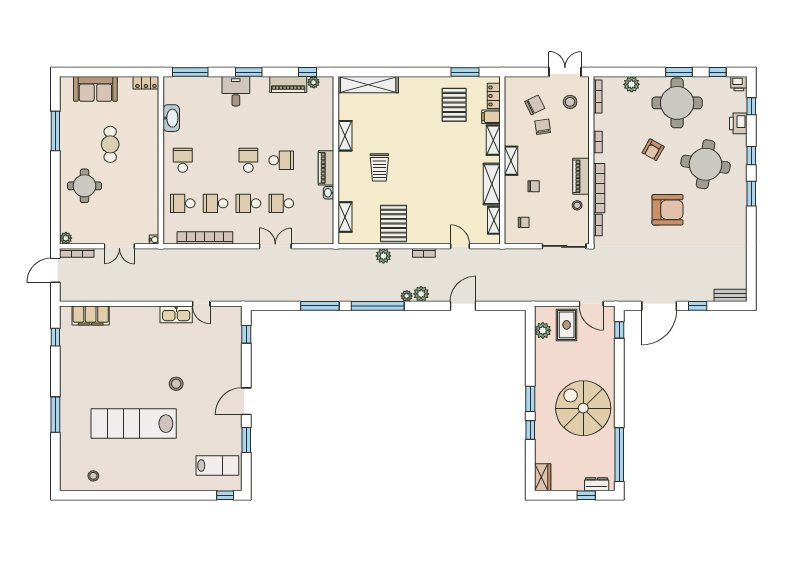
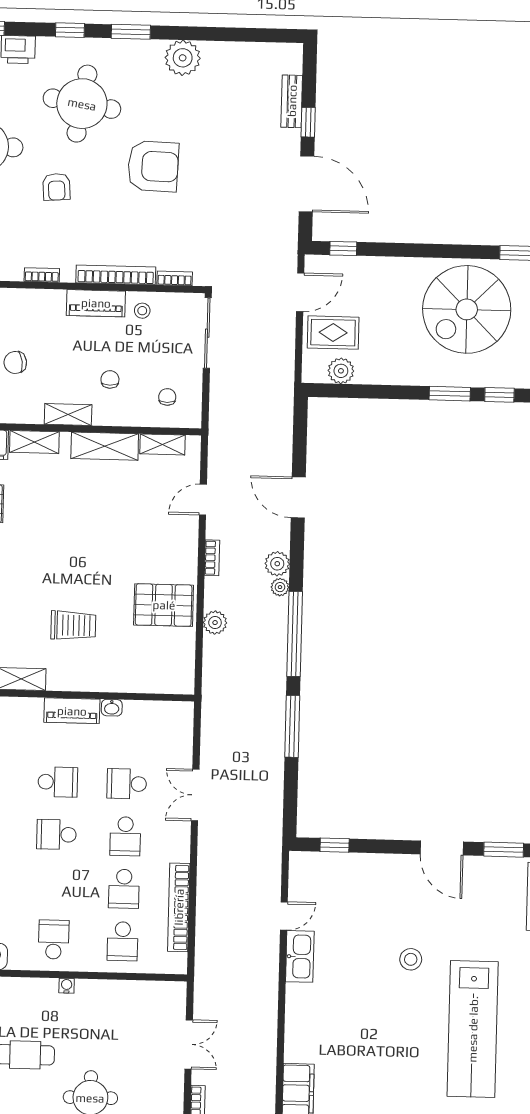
armchair: (653, 150) -> (56, 187), turned 57
school desk: (183, 160) -> (54, 939), turned 90
school desk: (281, 160) -> (58, 782), turned 90
school desk: (281, 203) -> (127, 784), turned 90
armchair: (668, 210) -> (153, 166), turned 92
shelving: (345, 217) -> (151, 682), removed
plant: (736, 226) -> (183, 58), added
water cooler: (154, 240) -> (67, 986), moved
bench: (731, 295) -> (292, 101), moved

